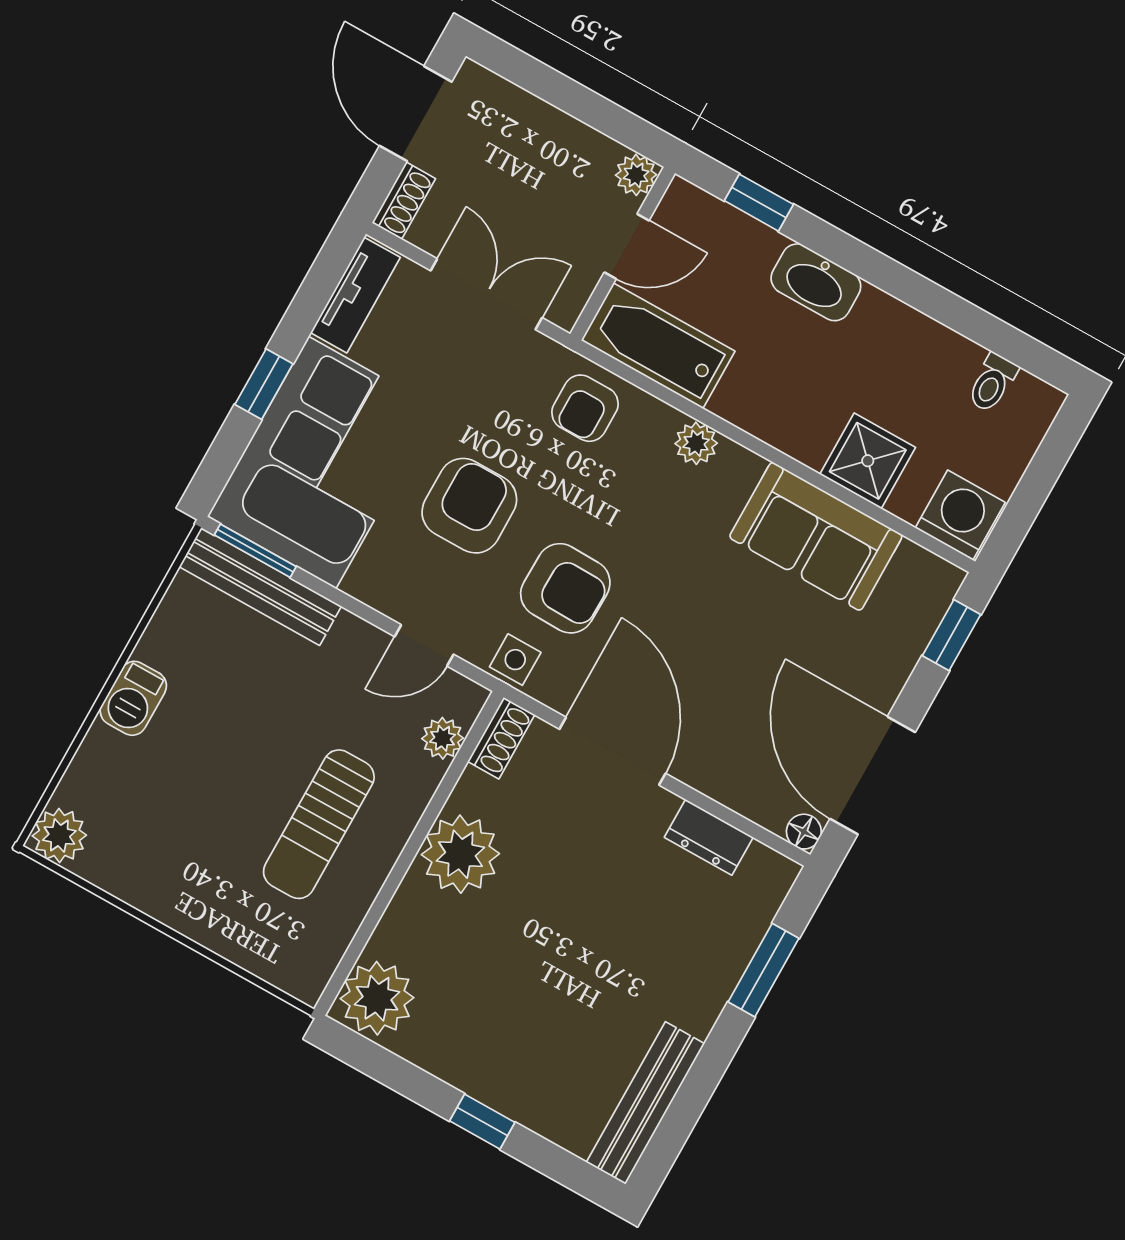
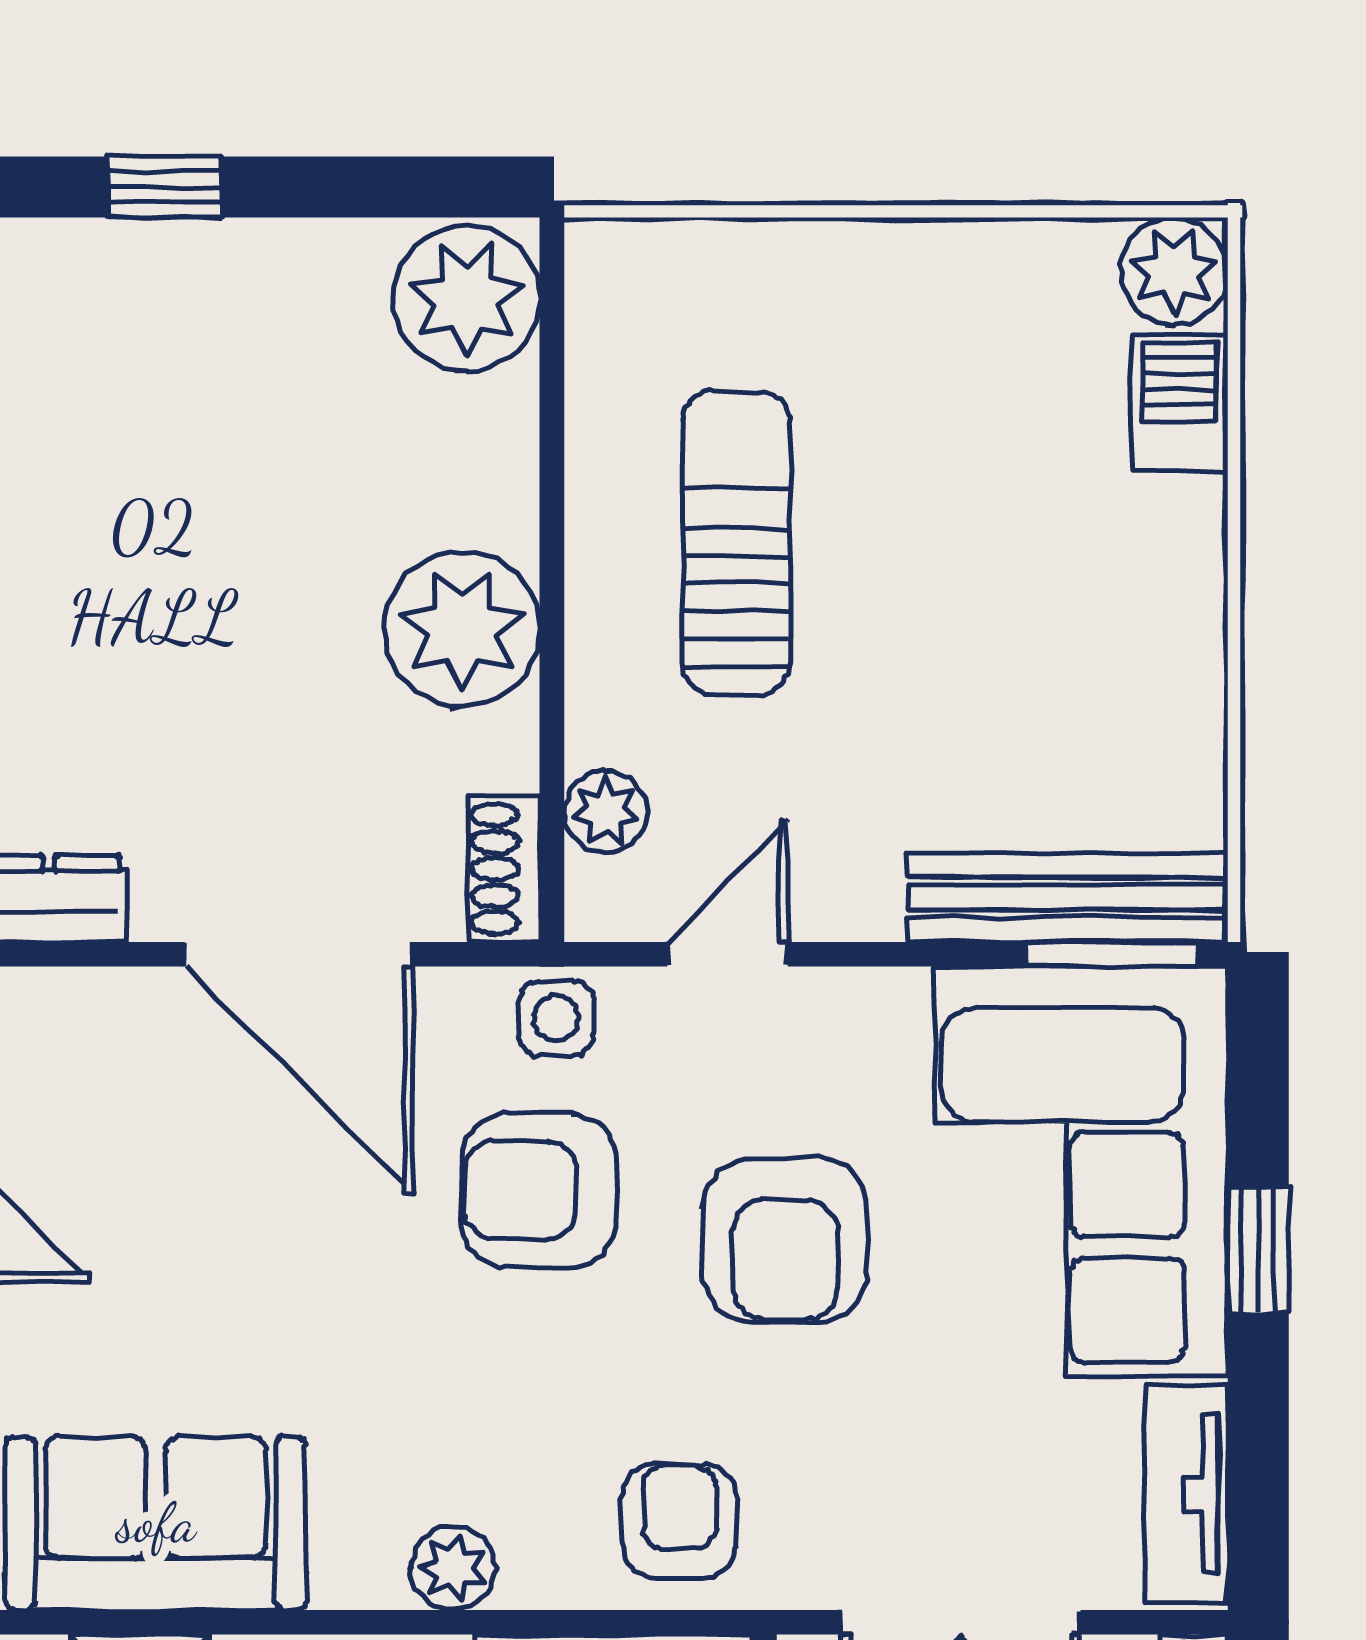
barbecue: (133, 698) -> (1179, 402), moved

